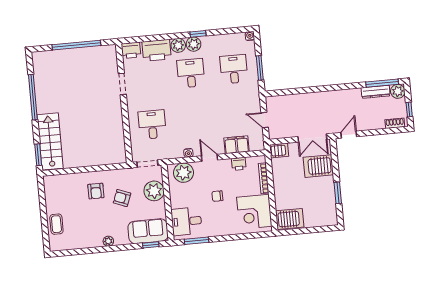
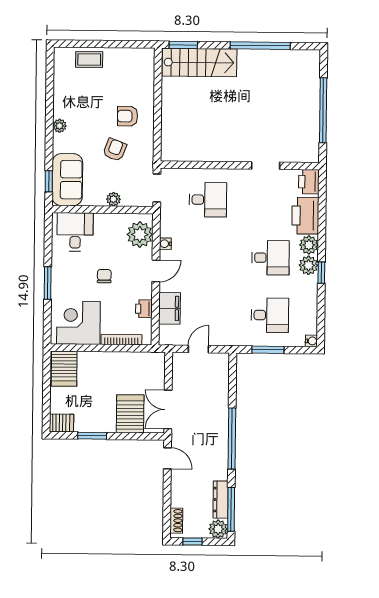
window: (329, 88) -> (232, 439), added
server rack: (279, 151) -> (62, 423), moved, turned -90
plant: (154, 191) -> (113, 199), width x0.53, depth x0.53
window: (196, 241) -> (48, 283), moved

